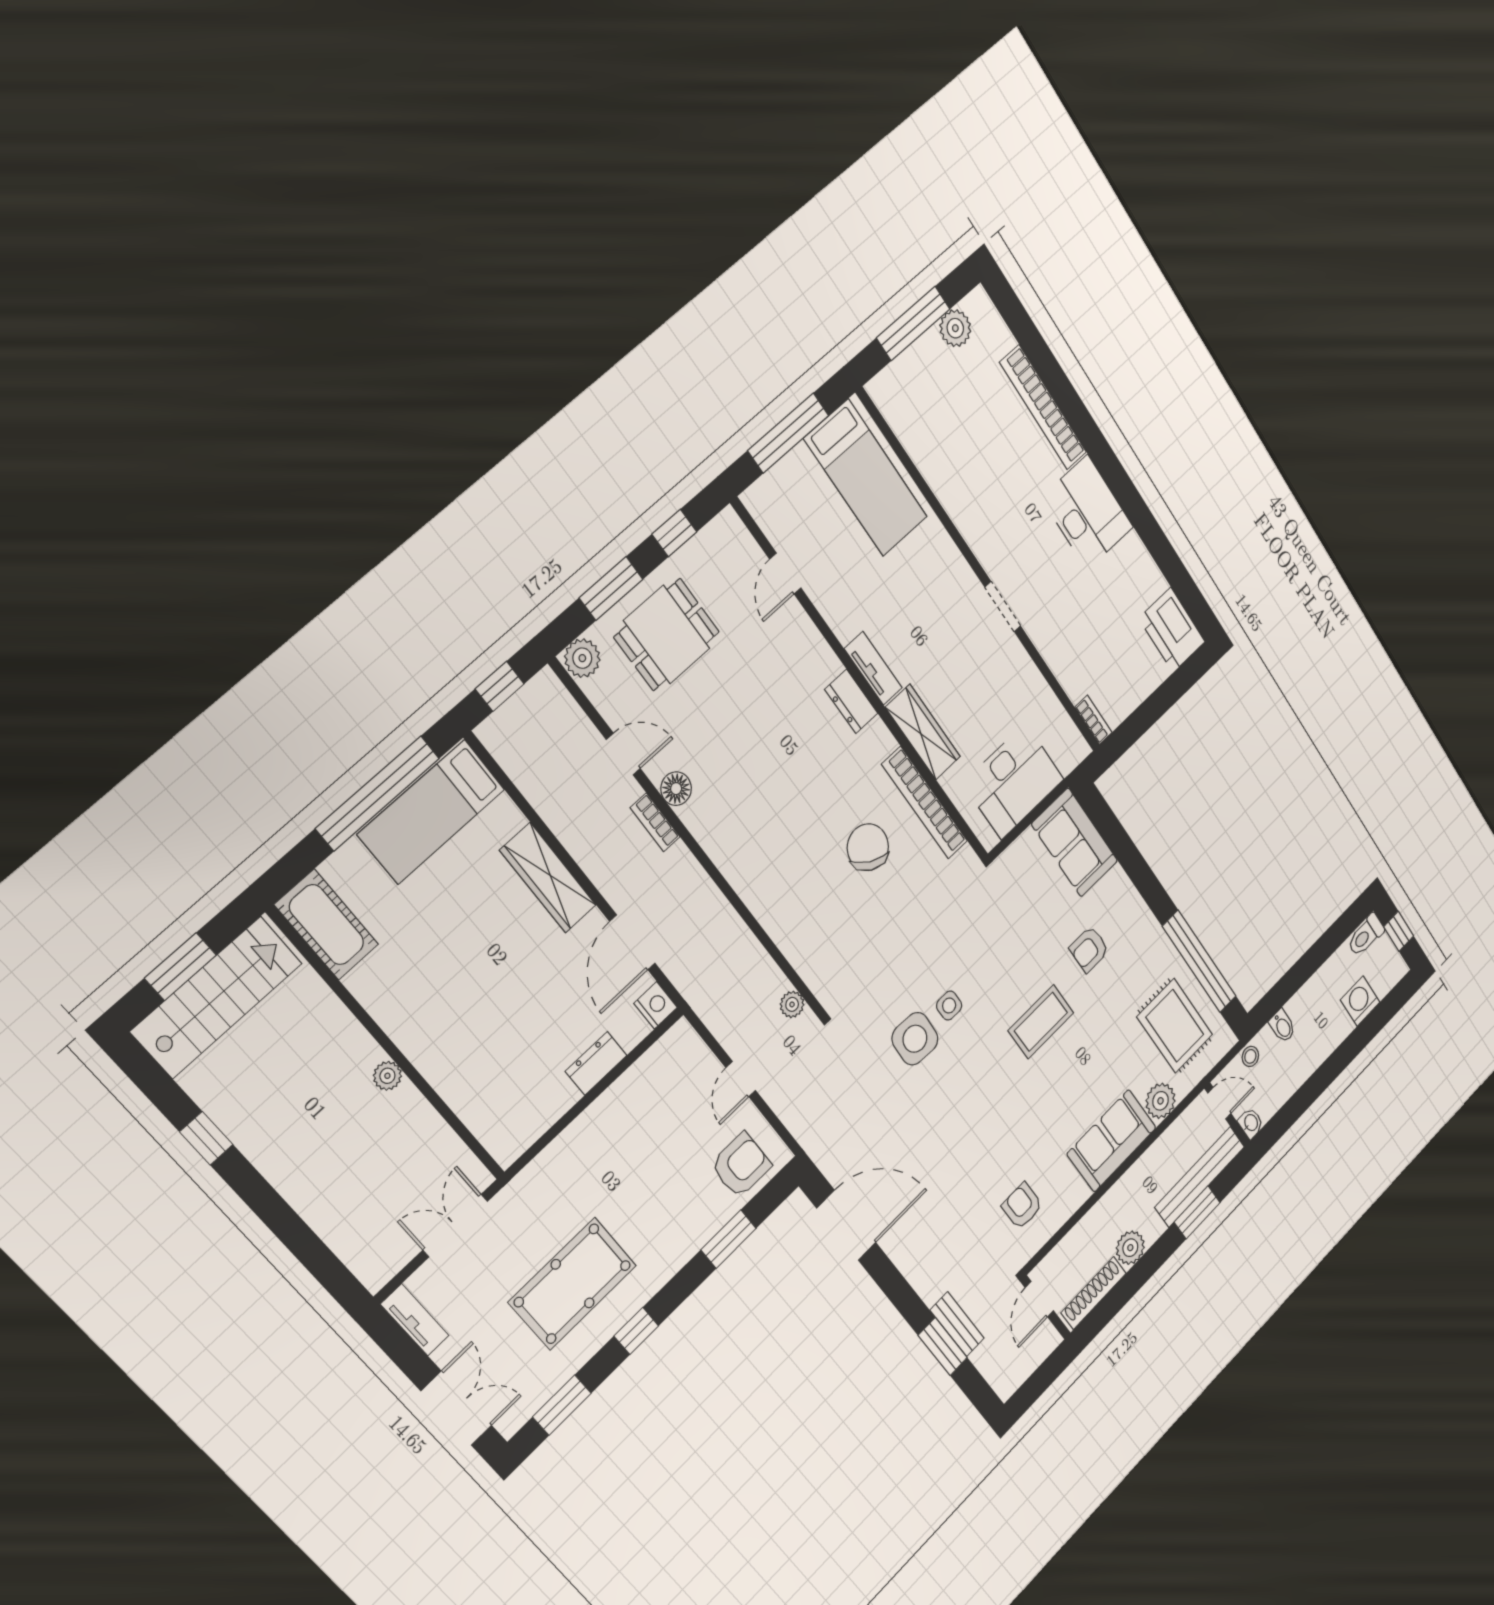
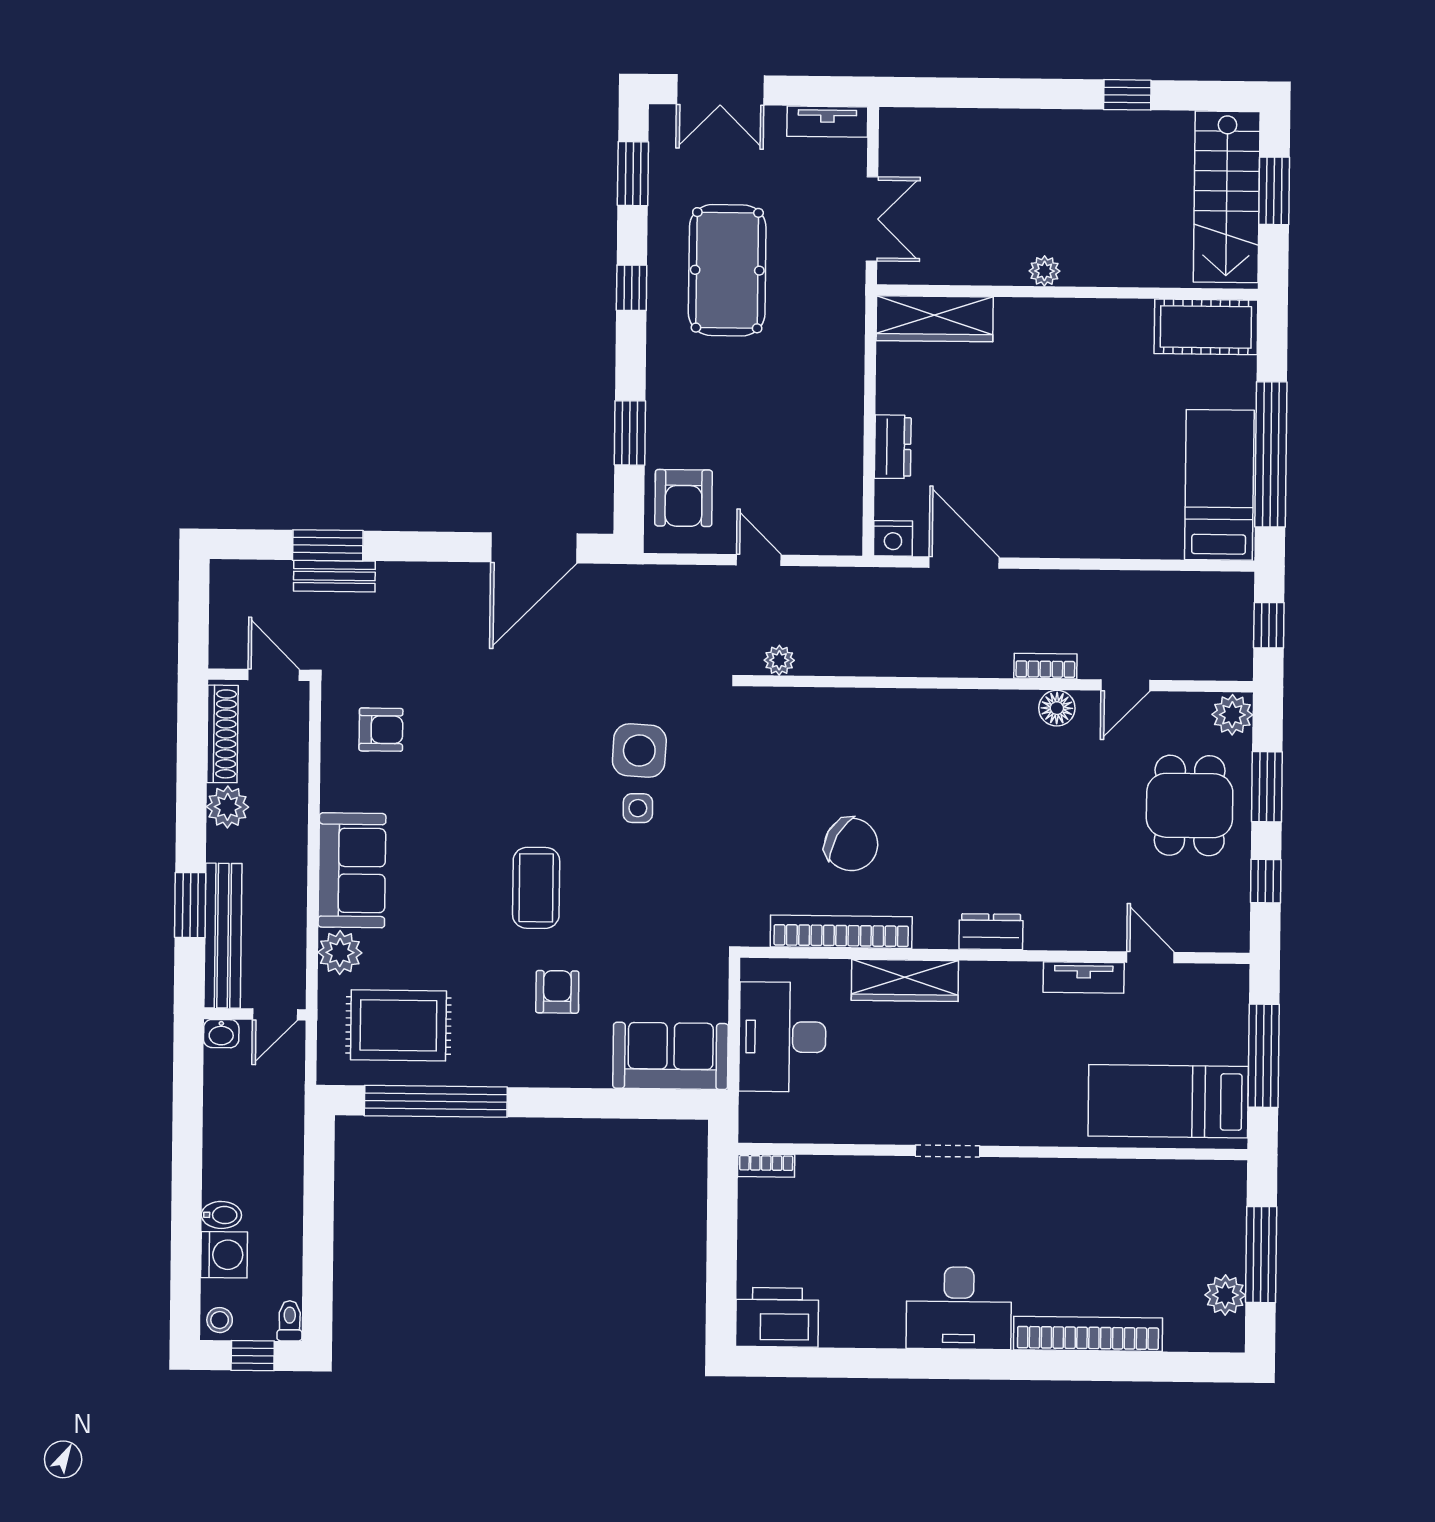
tv unit: (873, 668) -> (1084, 977), moved
wardrobe: (548, 878) -> (935, 319), moved, turned 180
toilet: (1366, 935) -> (290, 1321), width x0.73, depth x0.72
bidet: (1282, 1026) -> (221, 1215), moved, turned 180
stool: (1250, 1056) -> (220, 1320), moved

